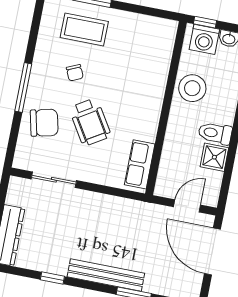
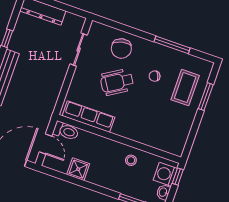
window: (23, 88) -> (172, 45), moved
stool: (192, 88) -> (131, 160), width x0.53, depth x0.53
toilet: (215, 133) -> (66, 131), moved, turned 90
row of seats: (140, 164) -> (88, 117), width x1.48

